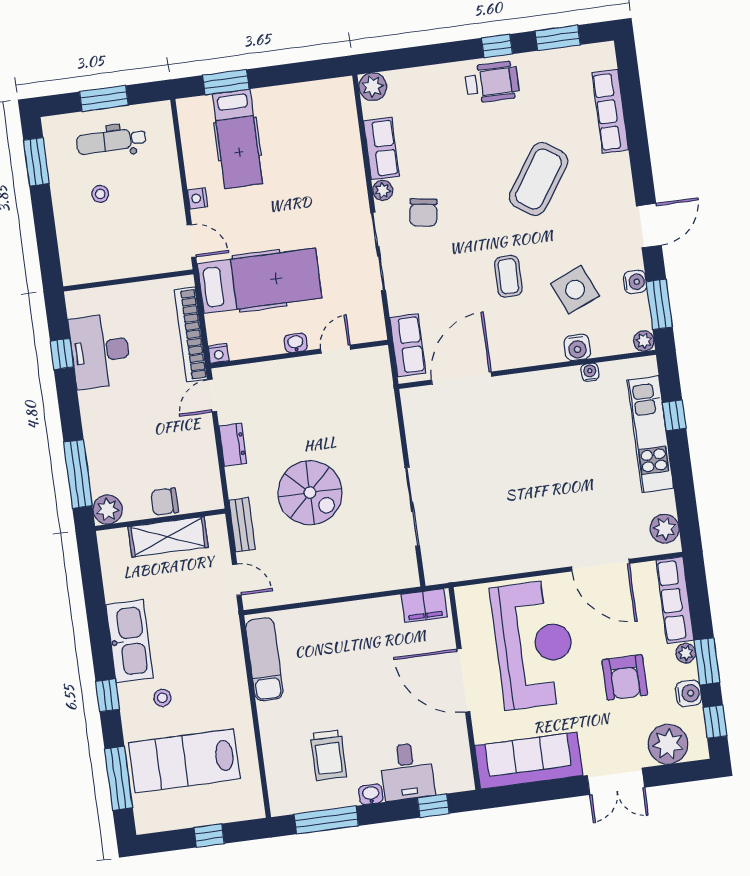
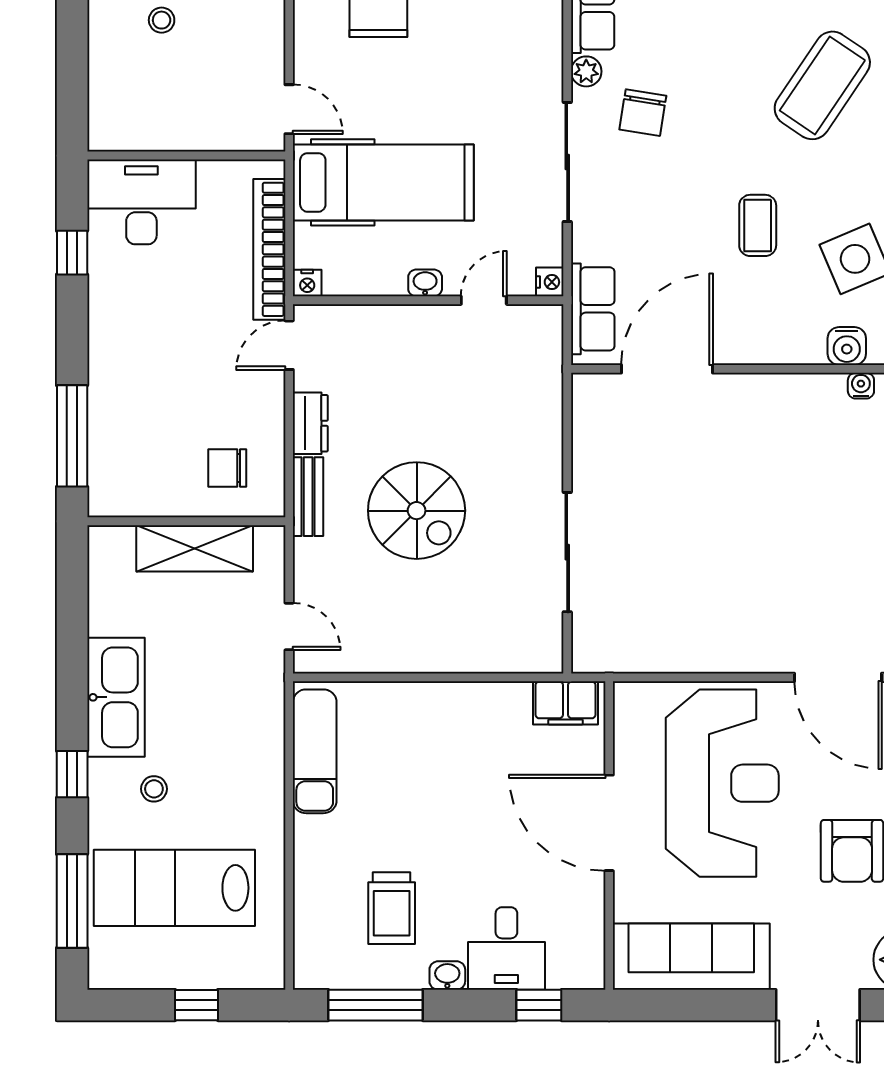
nightstand: (198, 198) -> (550, 282), moved, turned 180
desk: (100, 351) -> (141, 202), moved, turned 90
chair: (165, 502) -> (227, 468), moved
plant: (108, 510) -> (109, 495), removed
bench: (242, 525) -> (308, 497), moved

